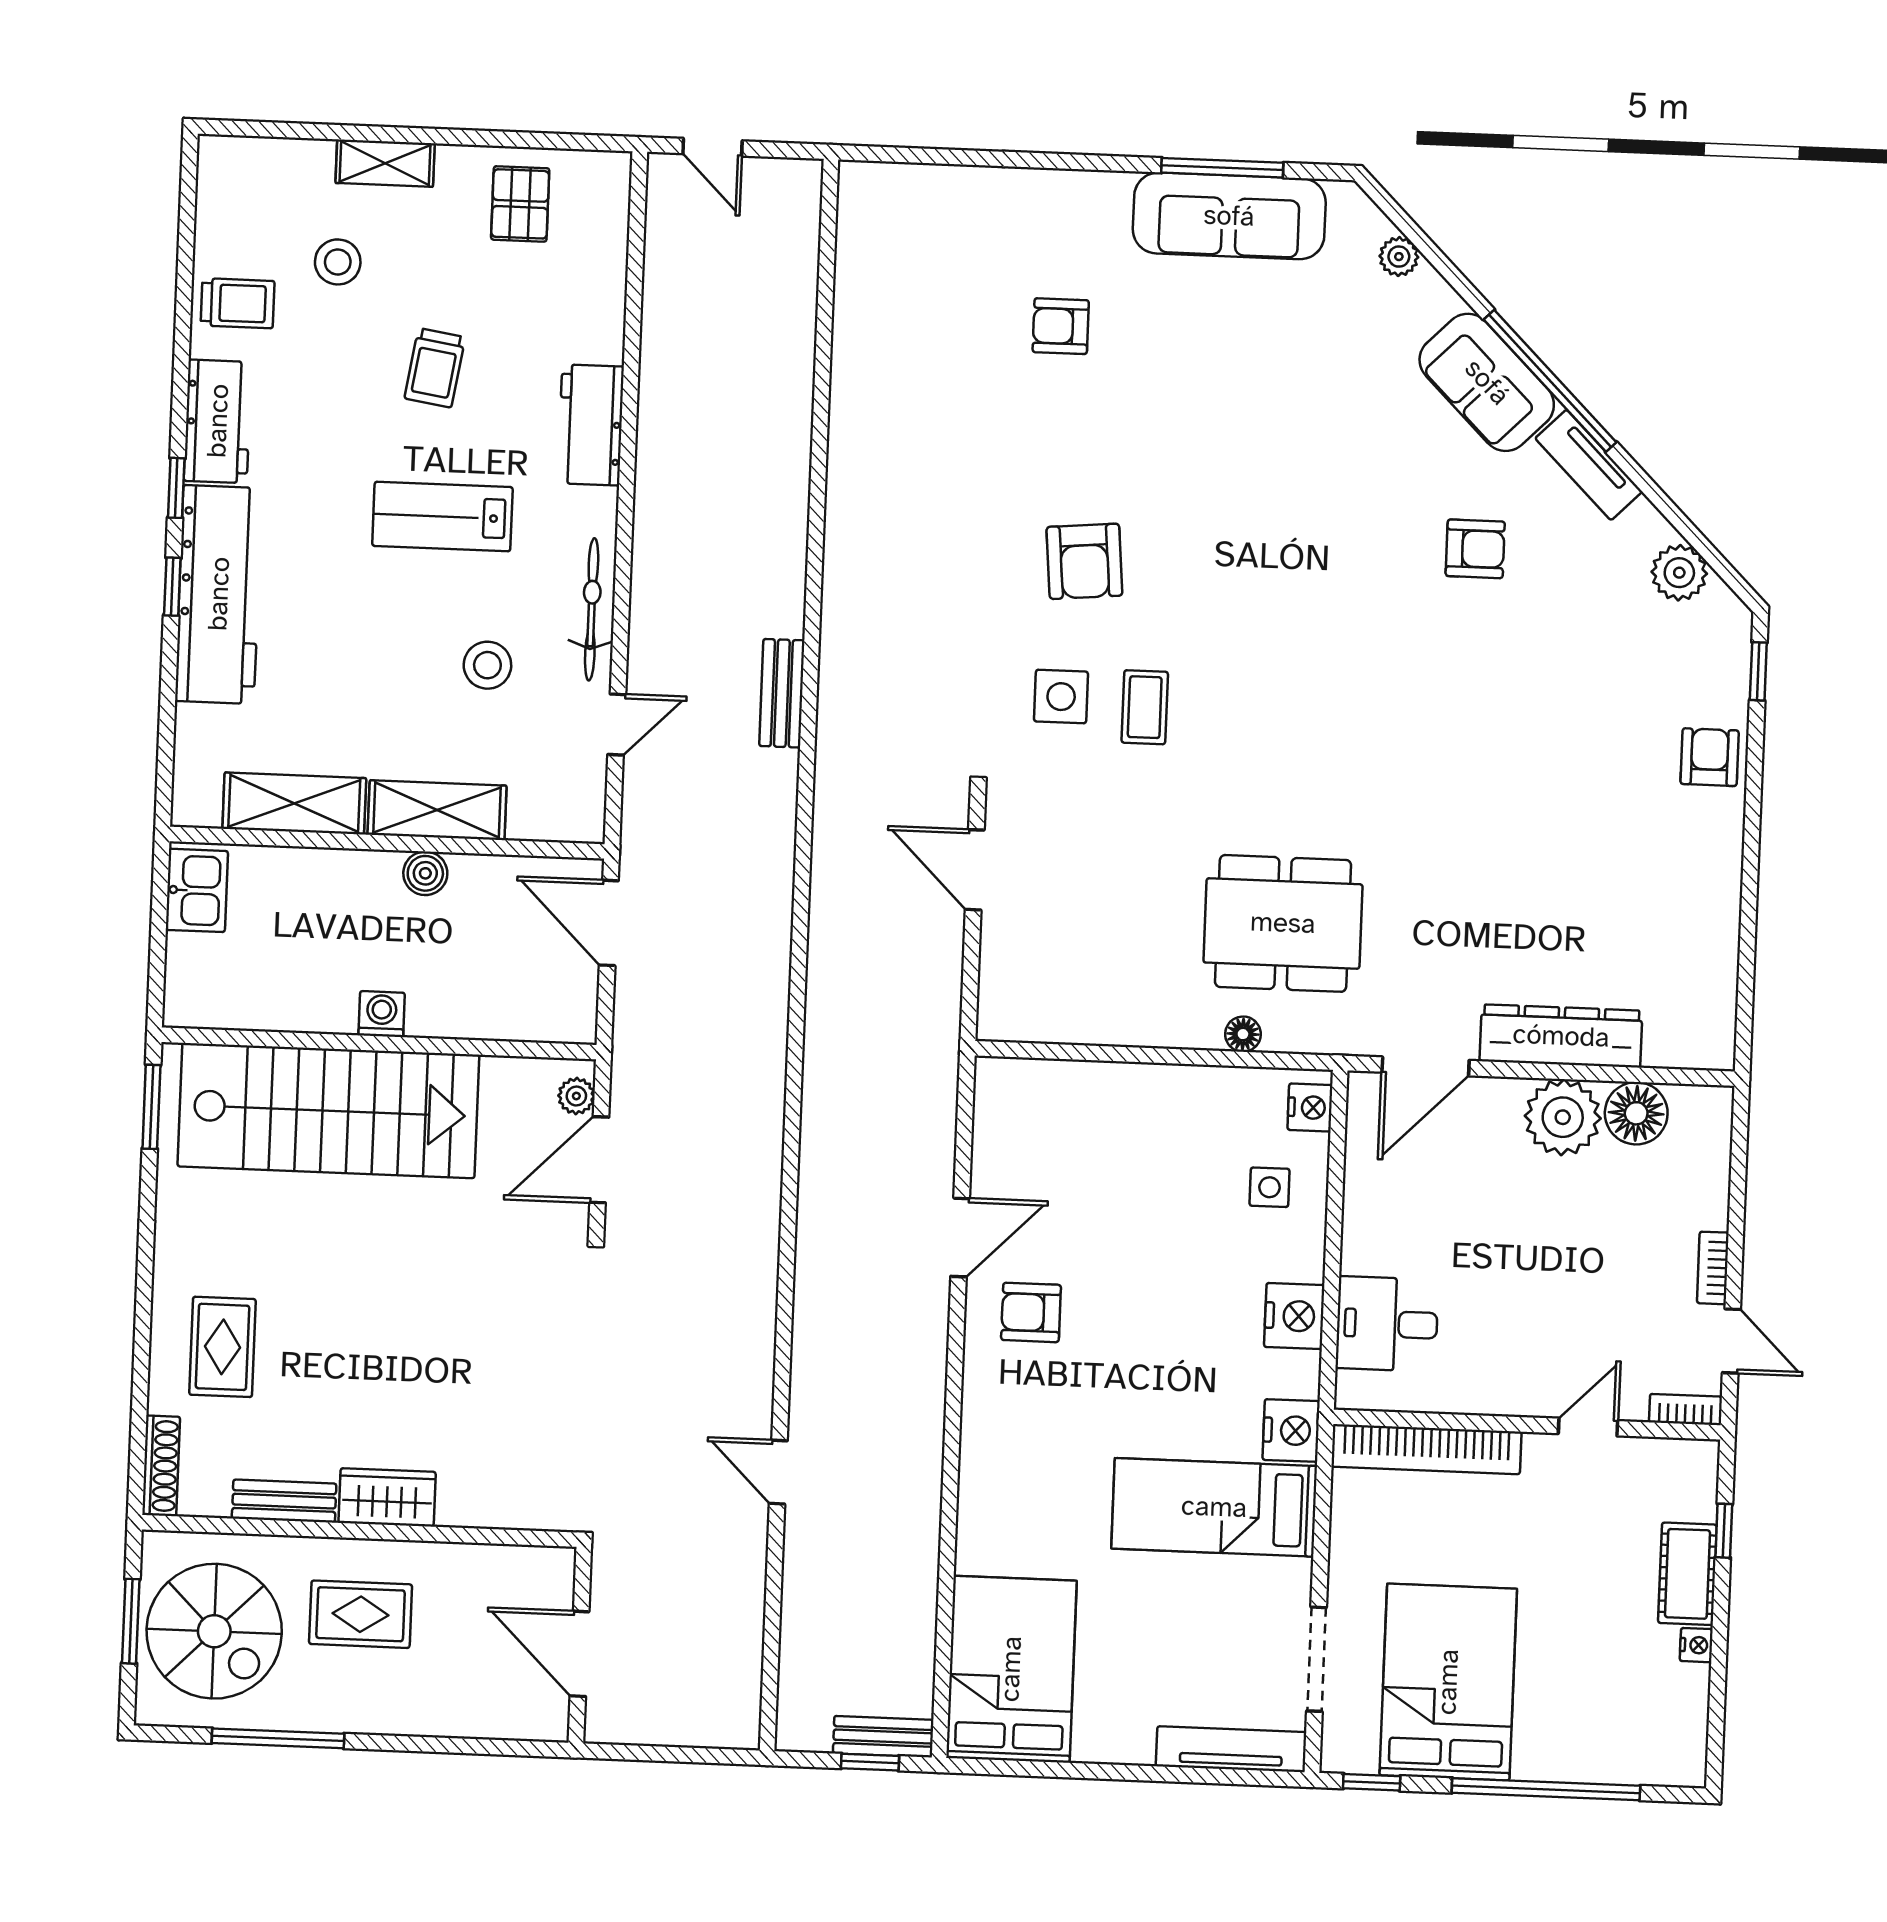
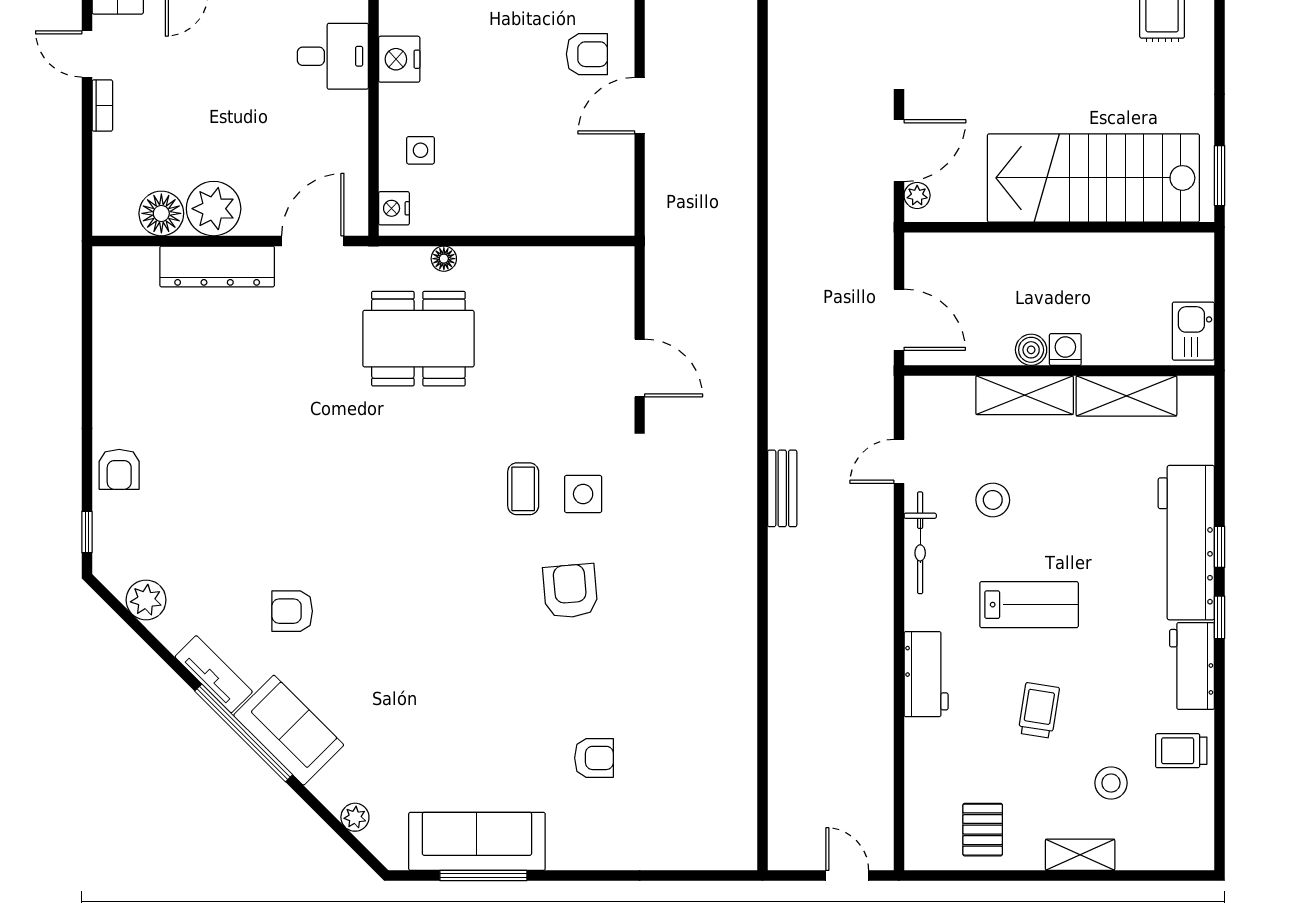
washing machine: (382, 1014) -> (1065, 350), moved, turned 180

